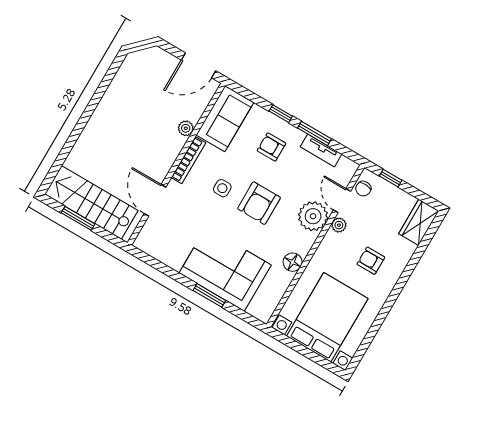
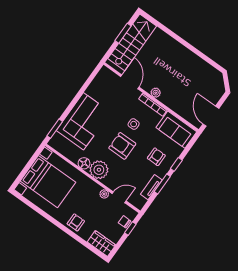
plant: (186, 128) -> (156, 93), moved
chair: (363, 189) -> (125, 222), moved
door: (155, 200) -> (130, 82), hinge flipped
plant: (313, 216) -> (99, 170), moved
armchair: (371, 261) -> (76, 222), moved
window: (209, 295) -> (55, 129), moved

